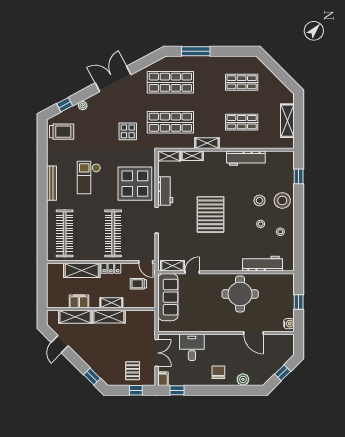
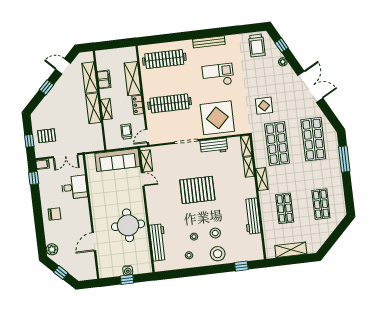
water cooler: (289, 324) -> (128, 270), moved
window: (92, 377) -> (47, 87), moved
plant: (243, 379) -> (52, 249), moved

